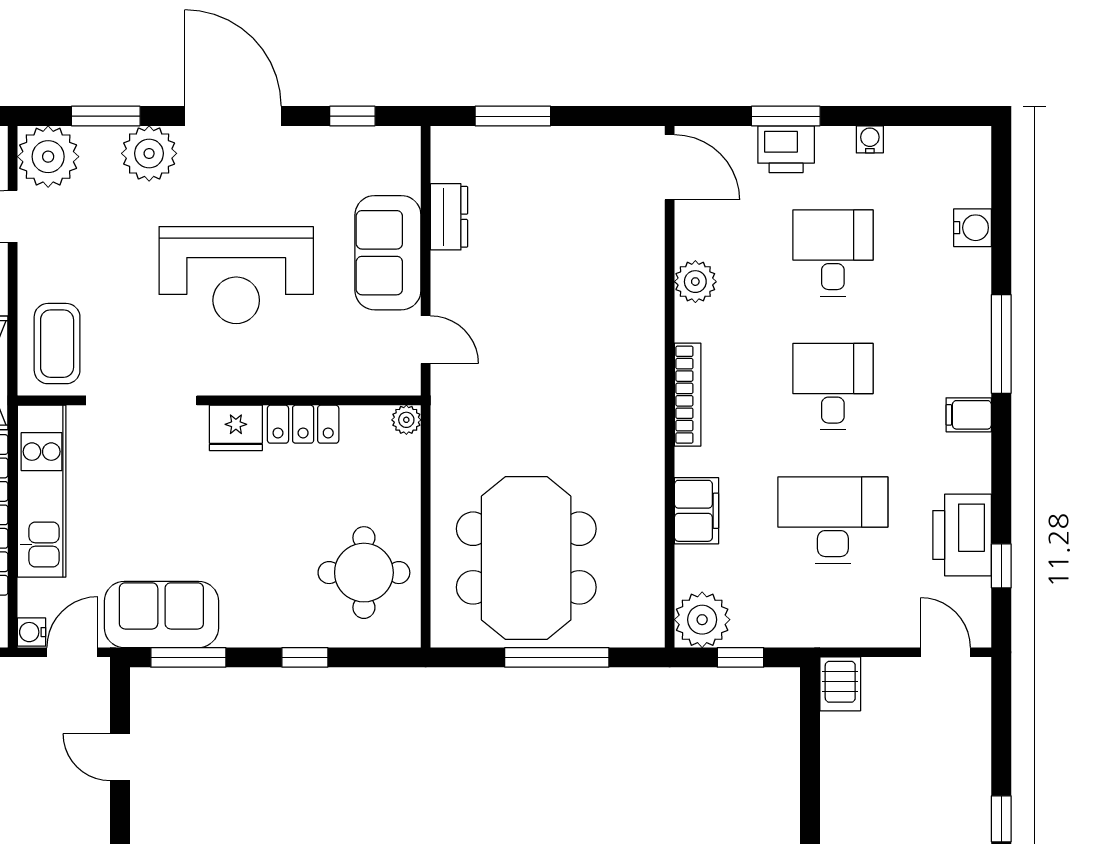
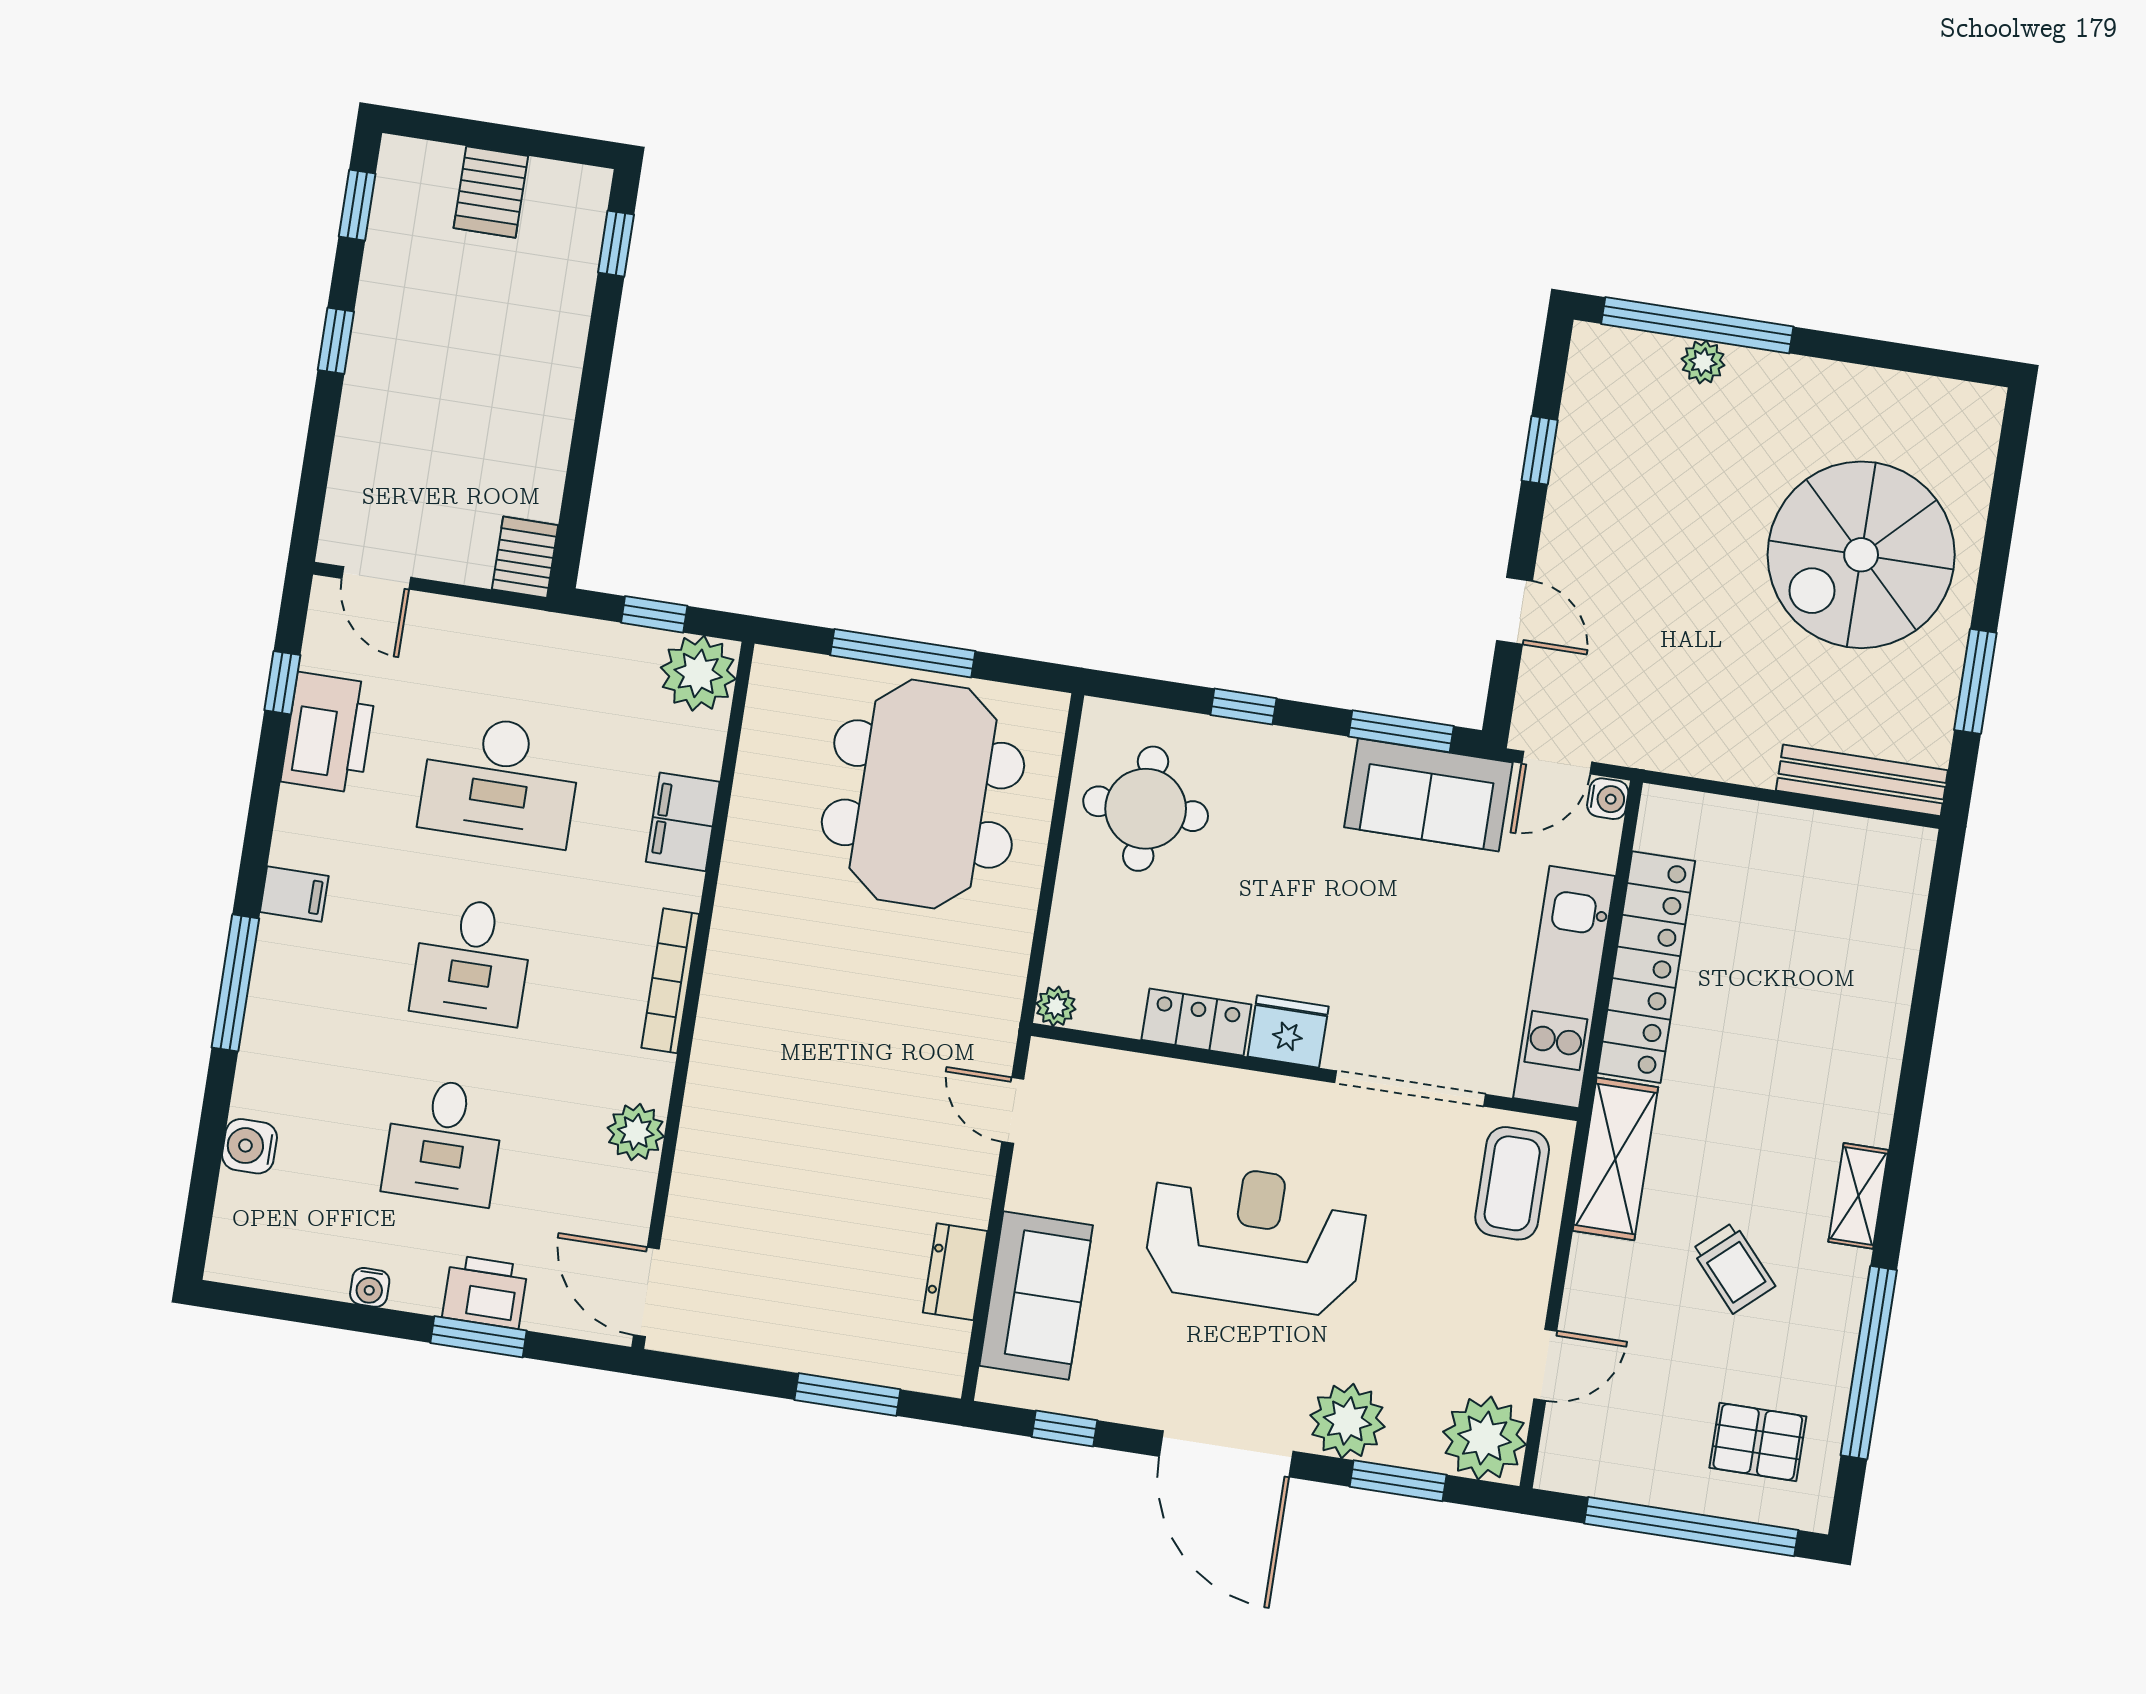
sofa: (388, 253) -> (1036, 1295), moved

